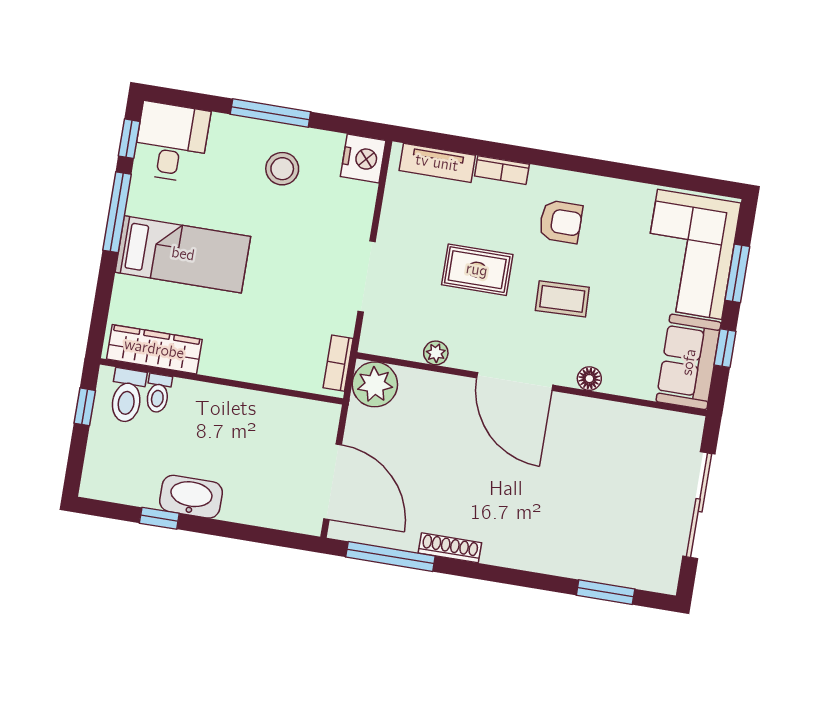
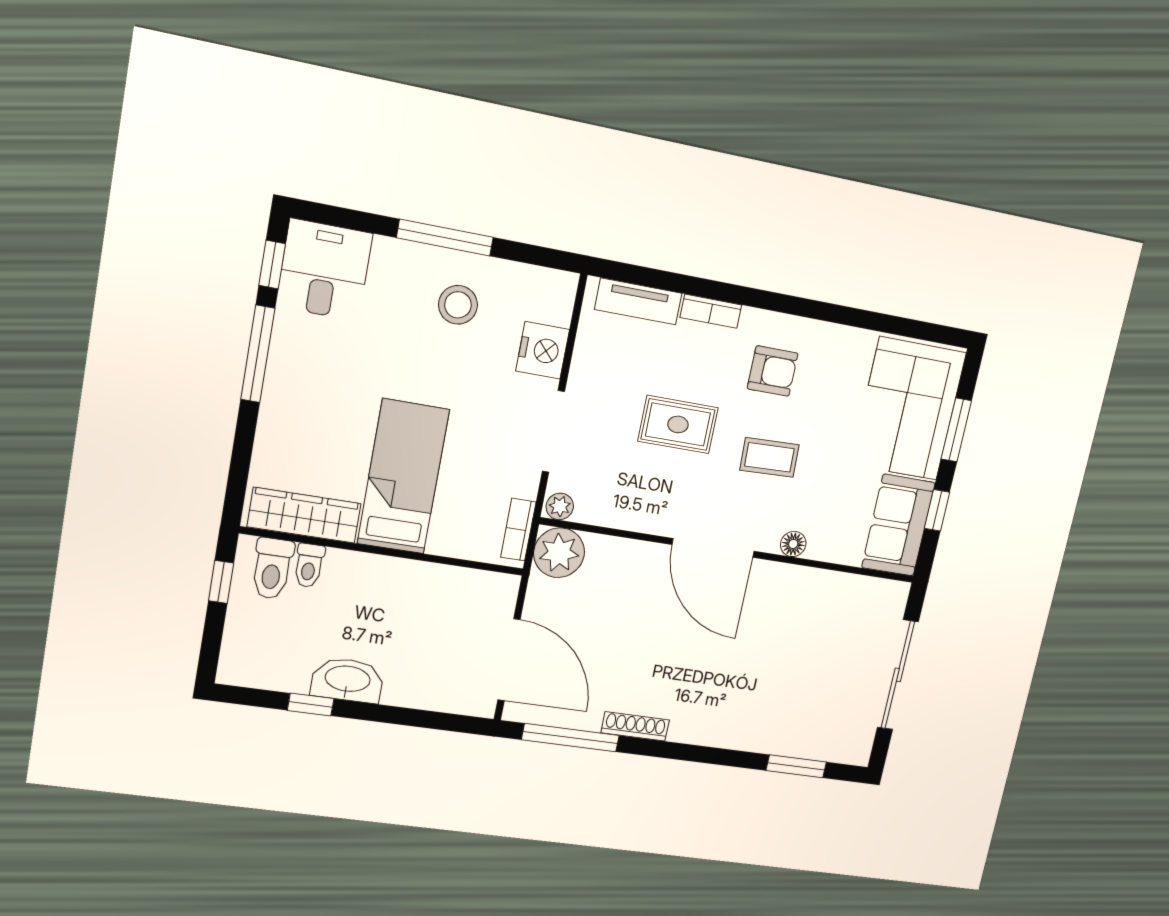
nightstand: (363, 158) -> (543, 350), moved
bed: (183, 254) -> (403, 477), moved, turned -90
plant: (436, 353) -> (560, 506), moved

